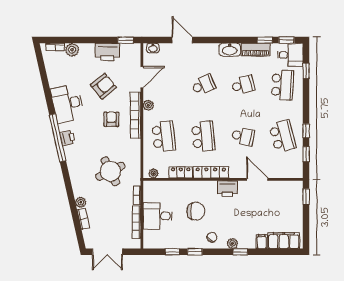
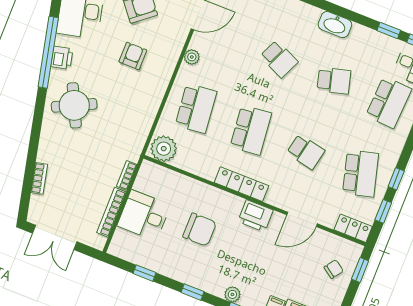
piano: (256, 50) -> (371, 39), removed
school desk: (203, 85) -> (279, 59), turned 48
bookcase: (136, 115) -> (169, 64), removed
round table: (110, 171) -> (74, 105), moved
locker: (181, 172) -> (353, 228), moved
plant: (153, 173) -> (164, 149), width x1.87, depth x1.87
door: (257, 179) -> (302, 219), swing flipped
plant: (81, 202) -> (45, 154), removed
chair: (212, 237) -> (334, 269), moved
window: (195, 252) -> (192, 292), moved

